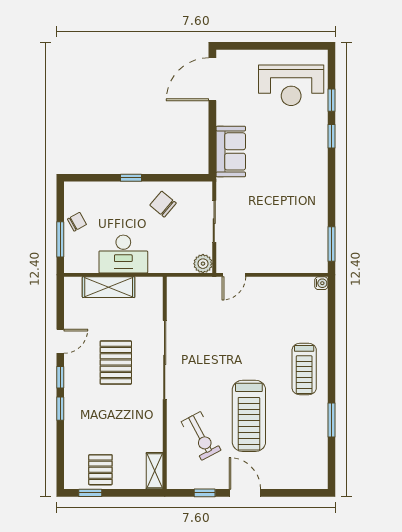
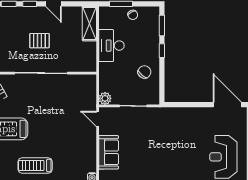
sofa: (231, 151) -> (109, 152), moved, turned -90
window: (93, 178) -> (162, 25), added
shelving: (109, 287) -> (89, 24), moved
pallet: (116, 363) -> (39, 41), width x0.67, depth x0.71

